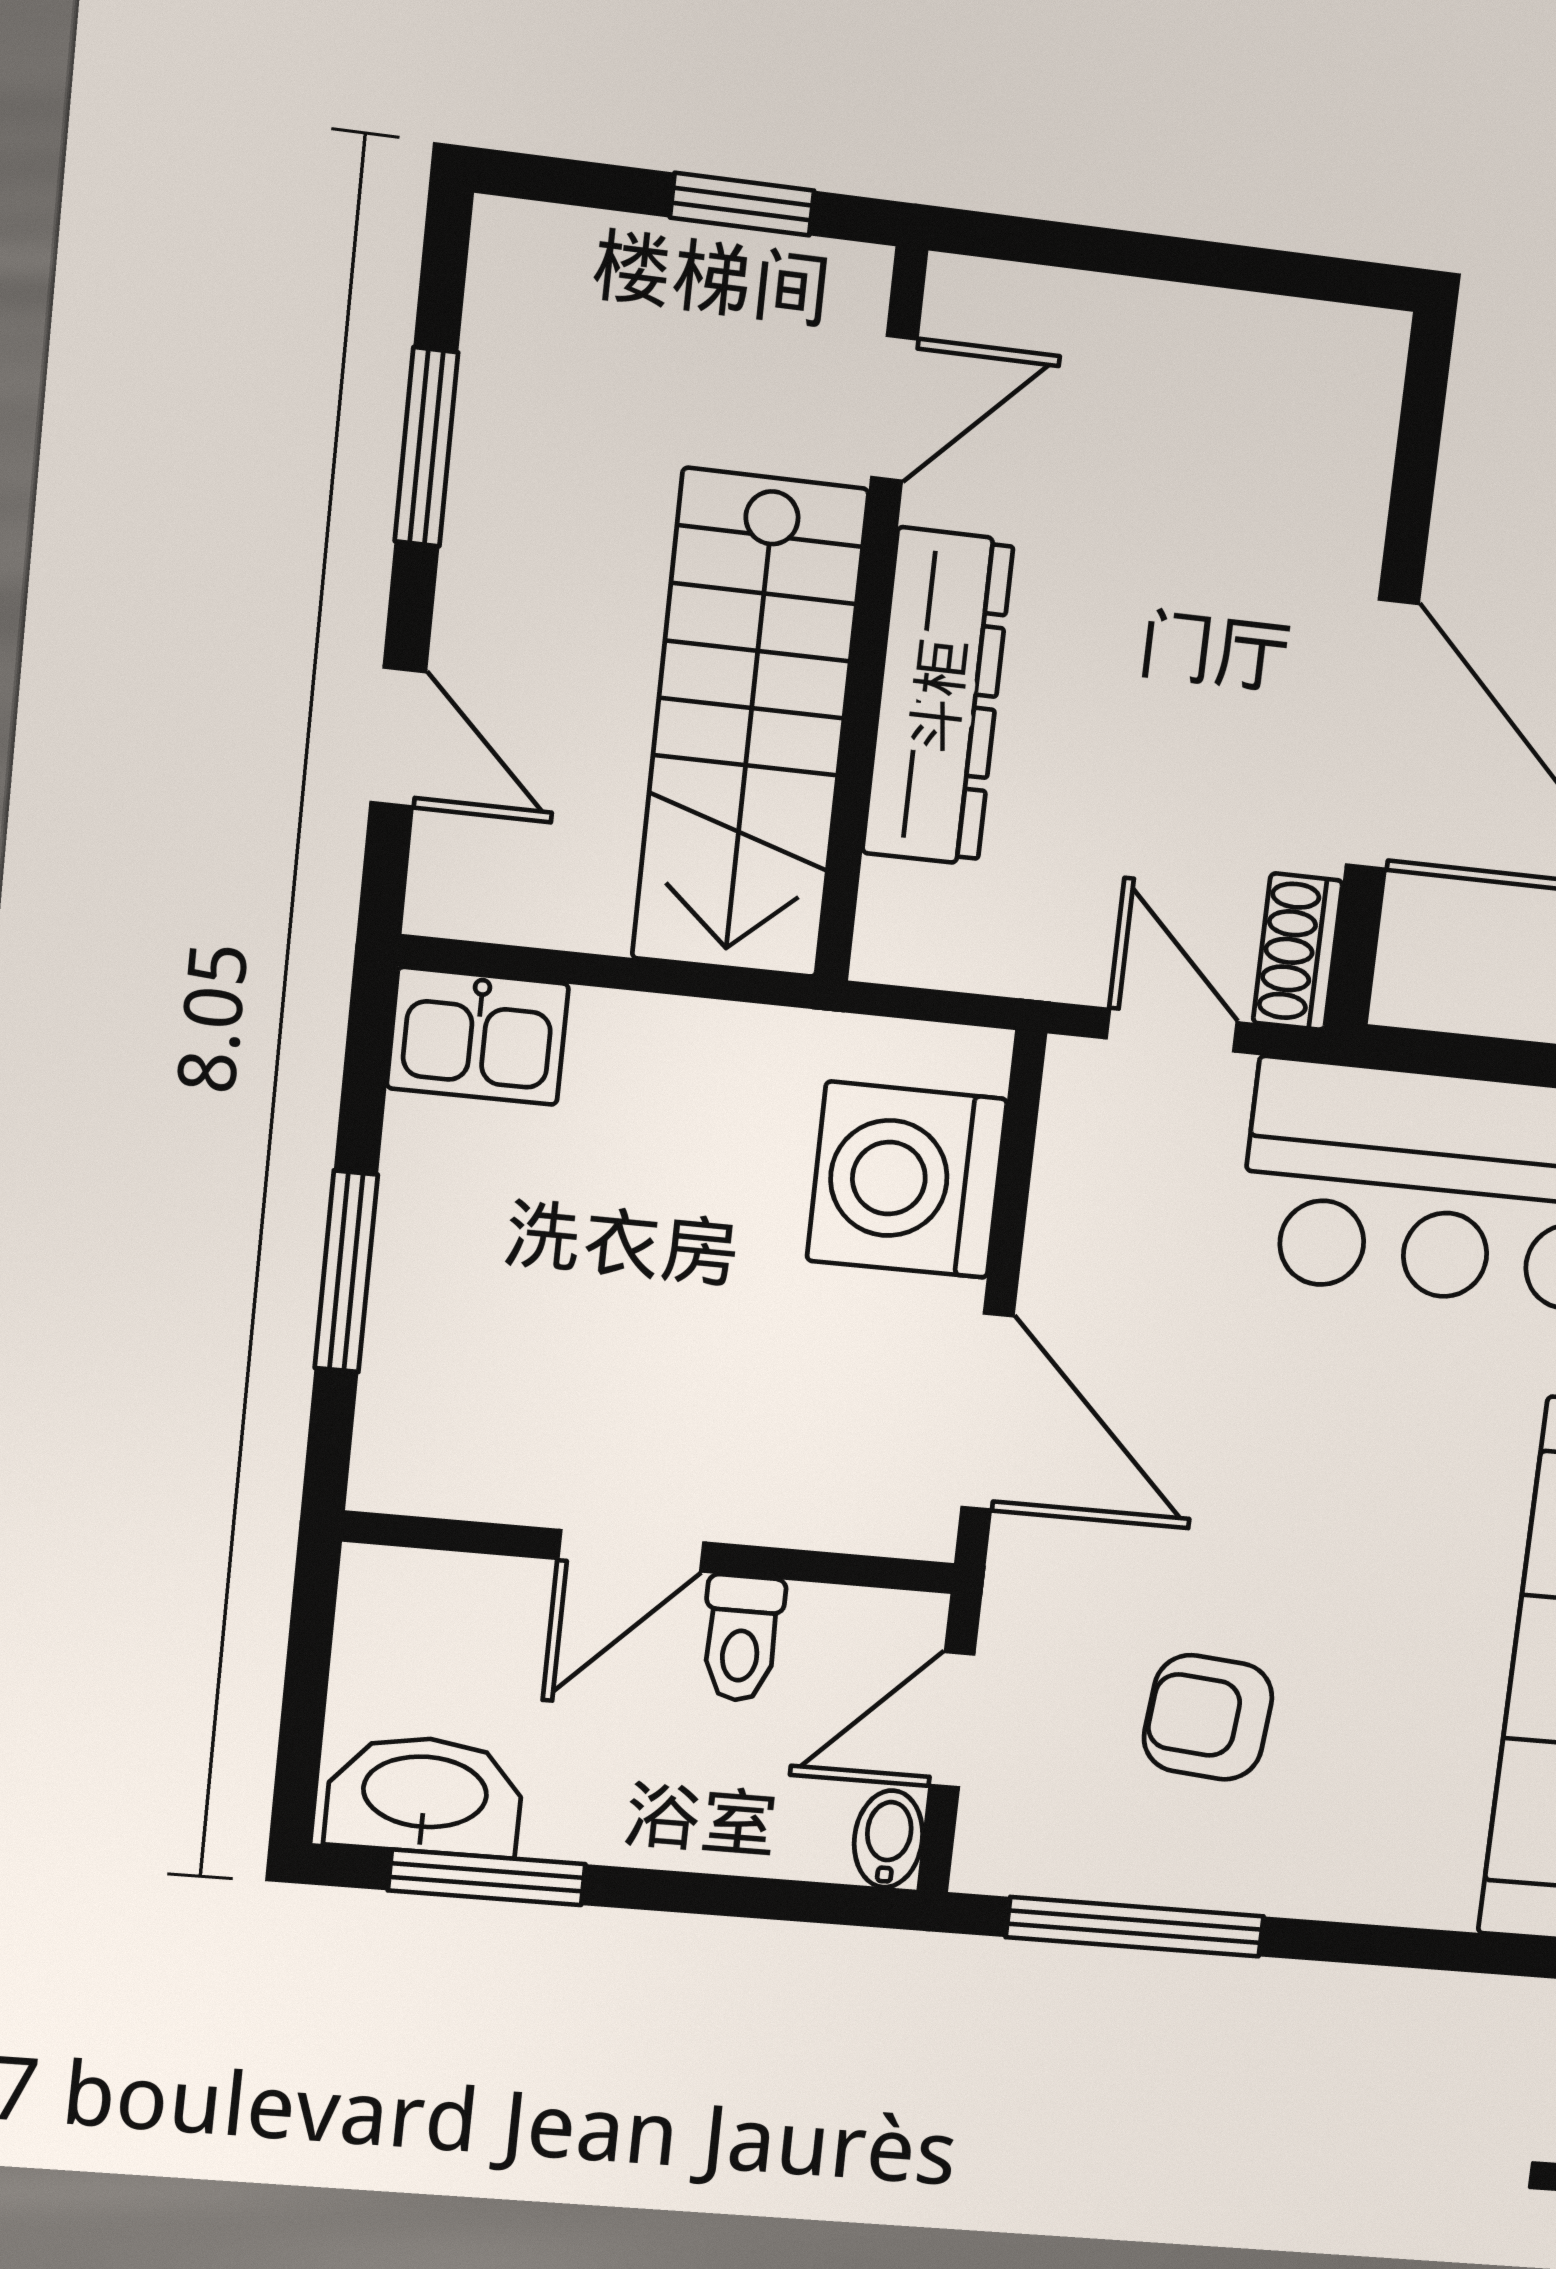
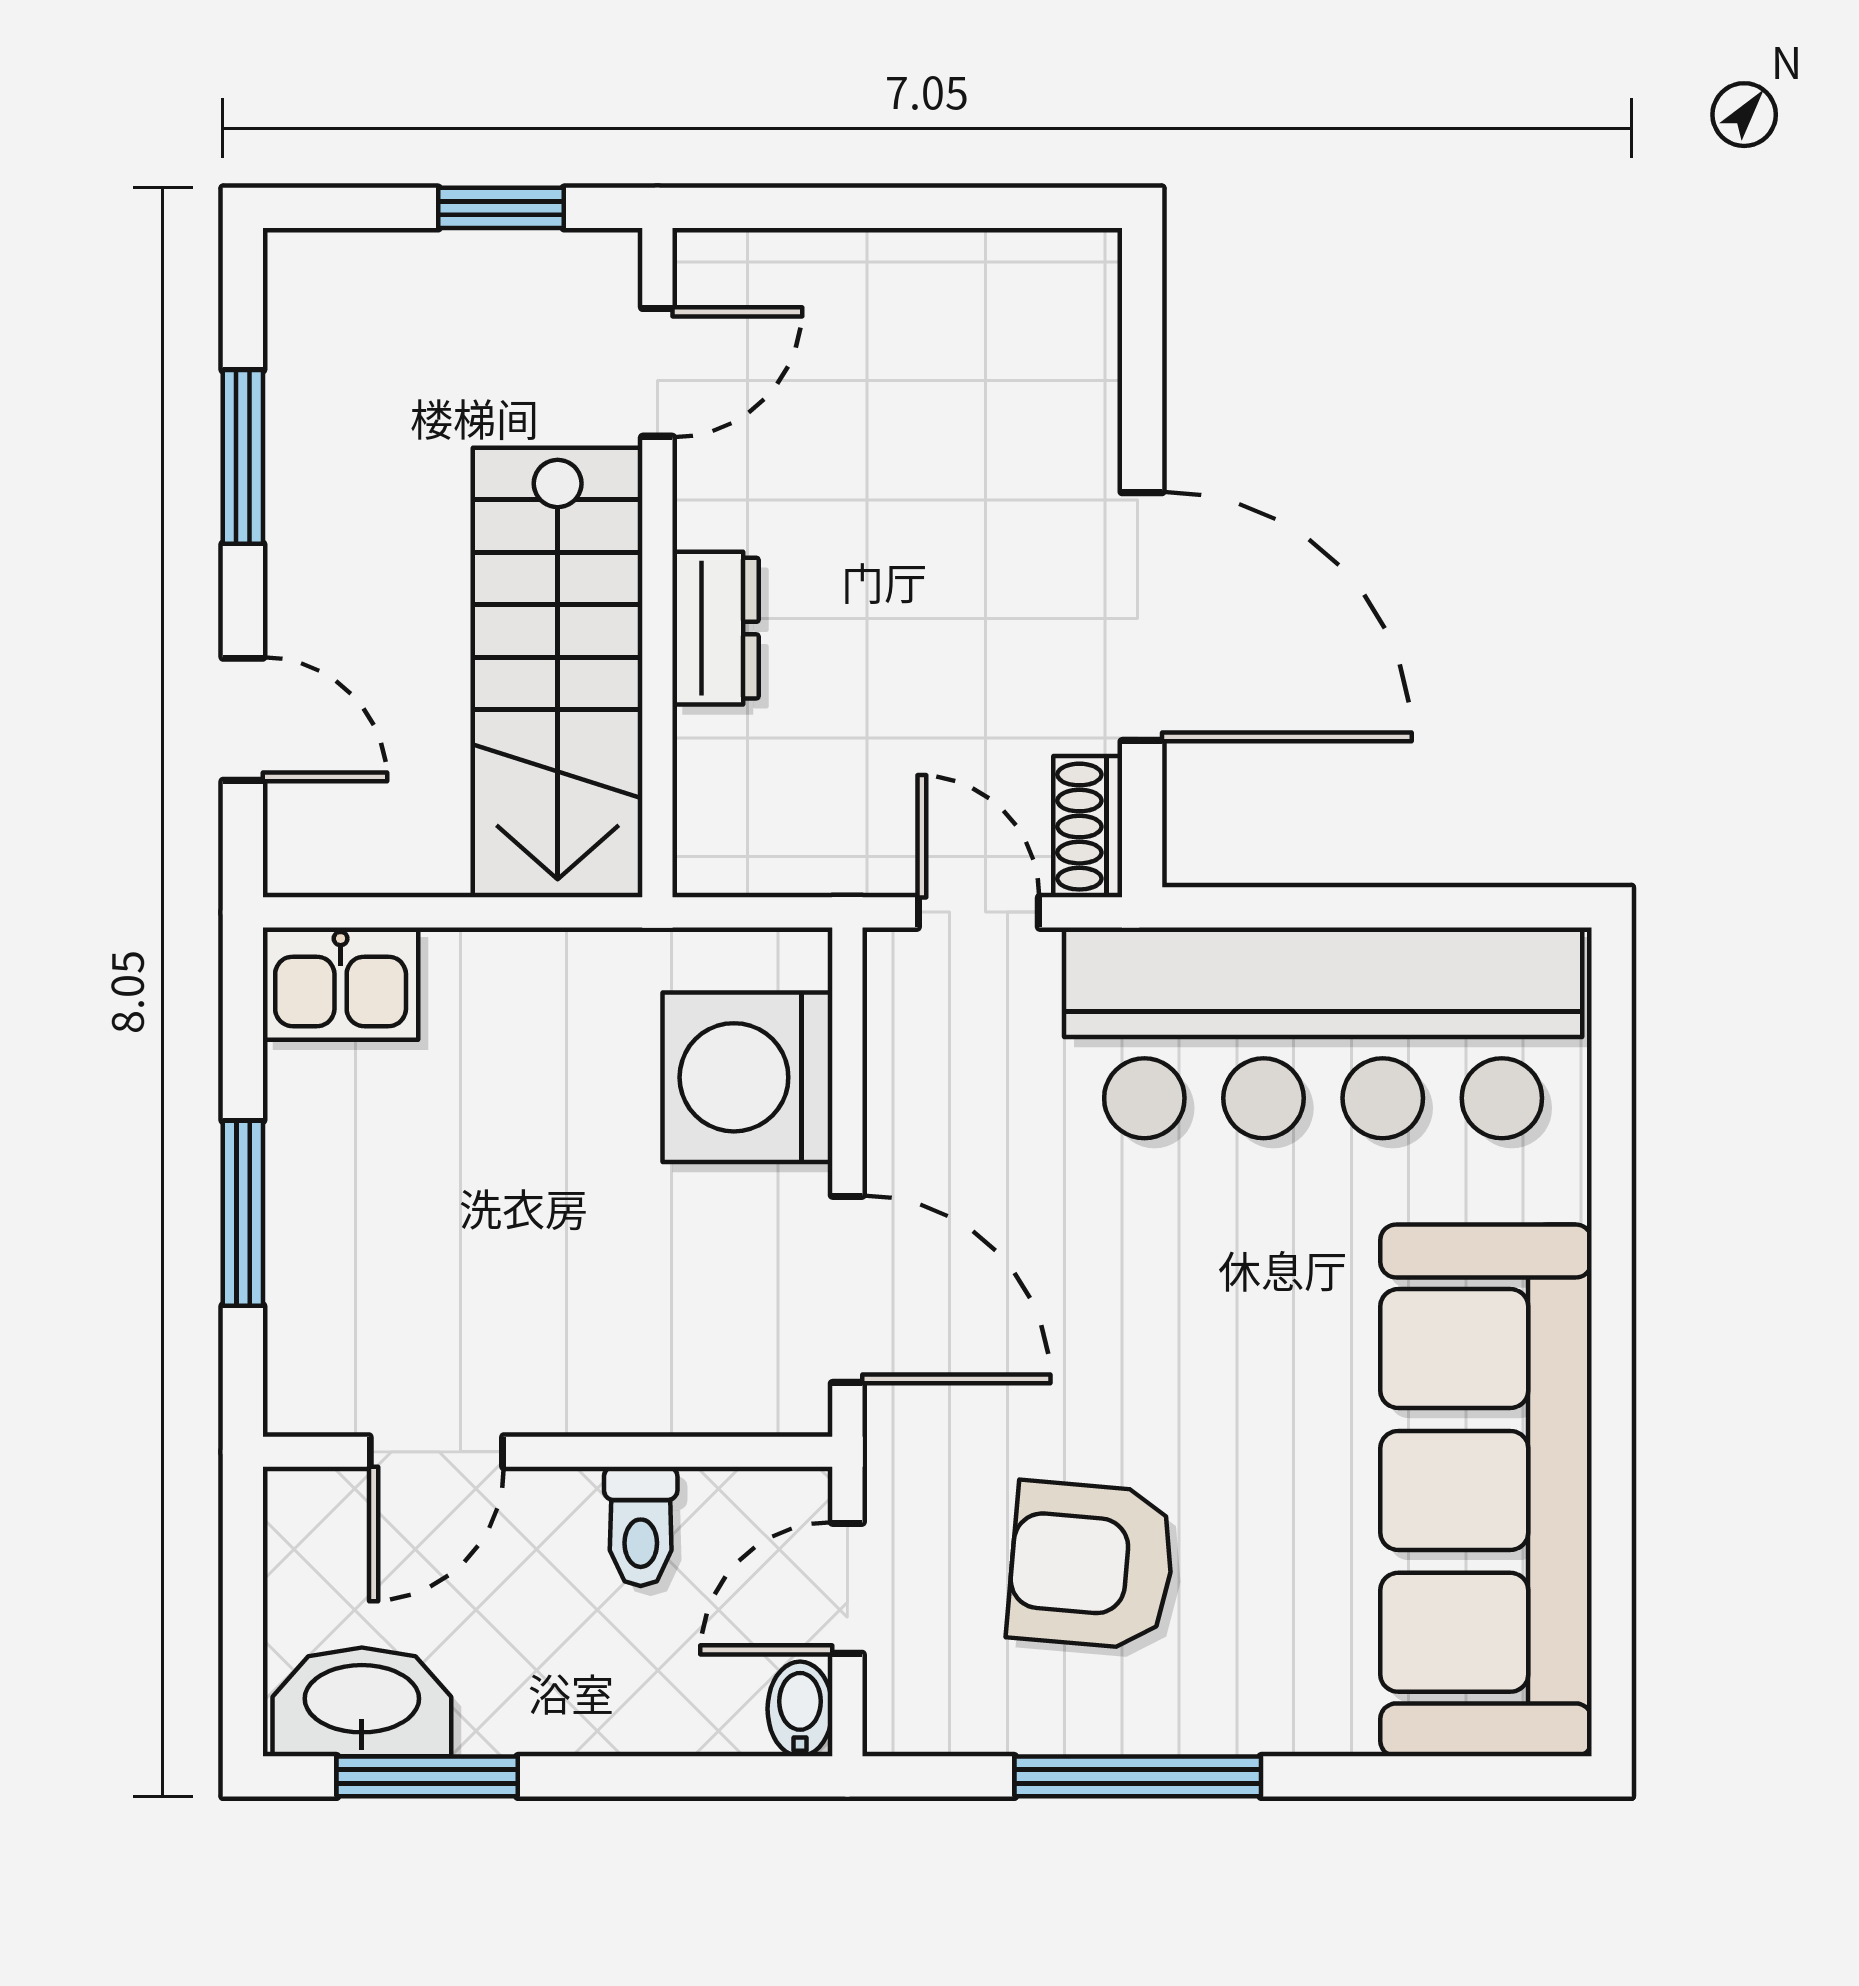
dresser: (938, 697) -> (716, 628), width x0.51, depth x0.80
door: (631, 1551) -> (436, 1452), moved
armchair: (1208, 1717) -> (1092, 1565), width x1.38, depth x1.38
window: (1135, 1927) -> (1138, 1776), moved

